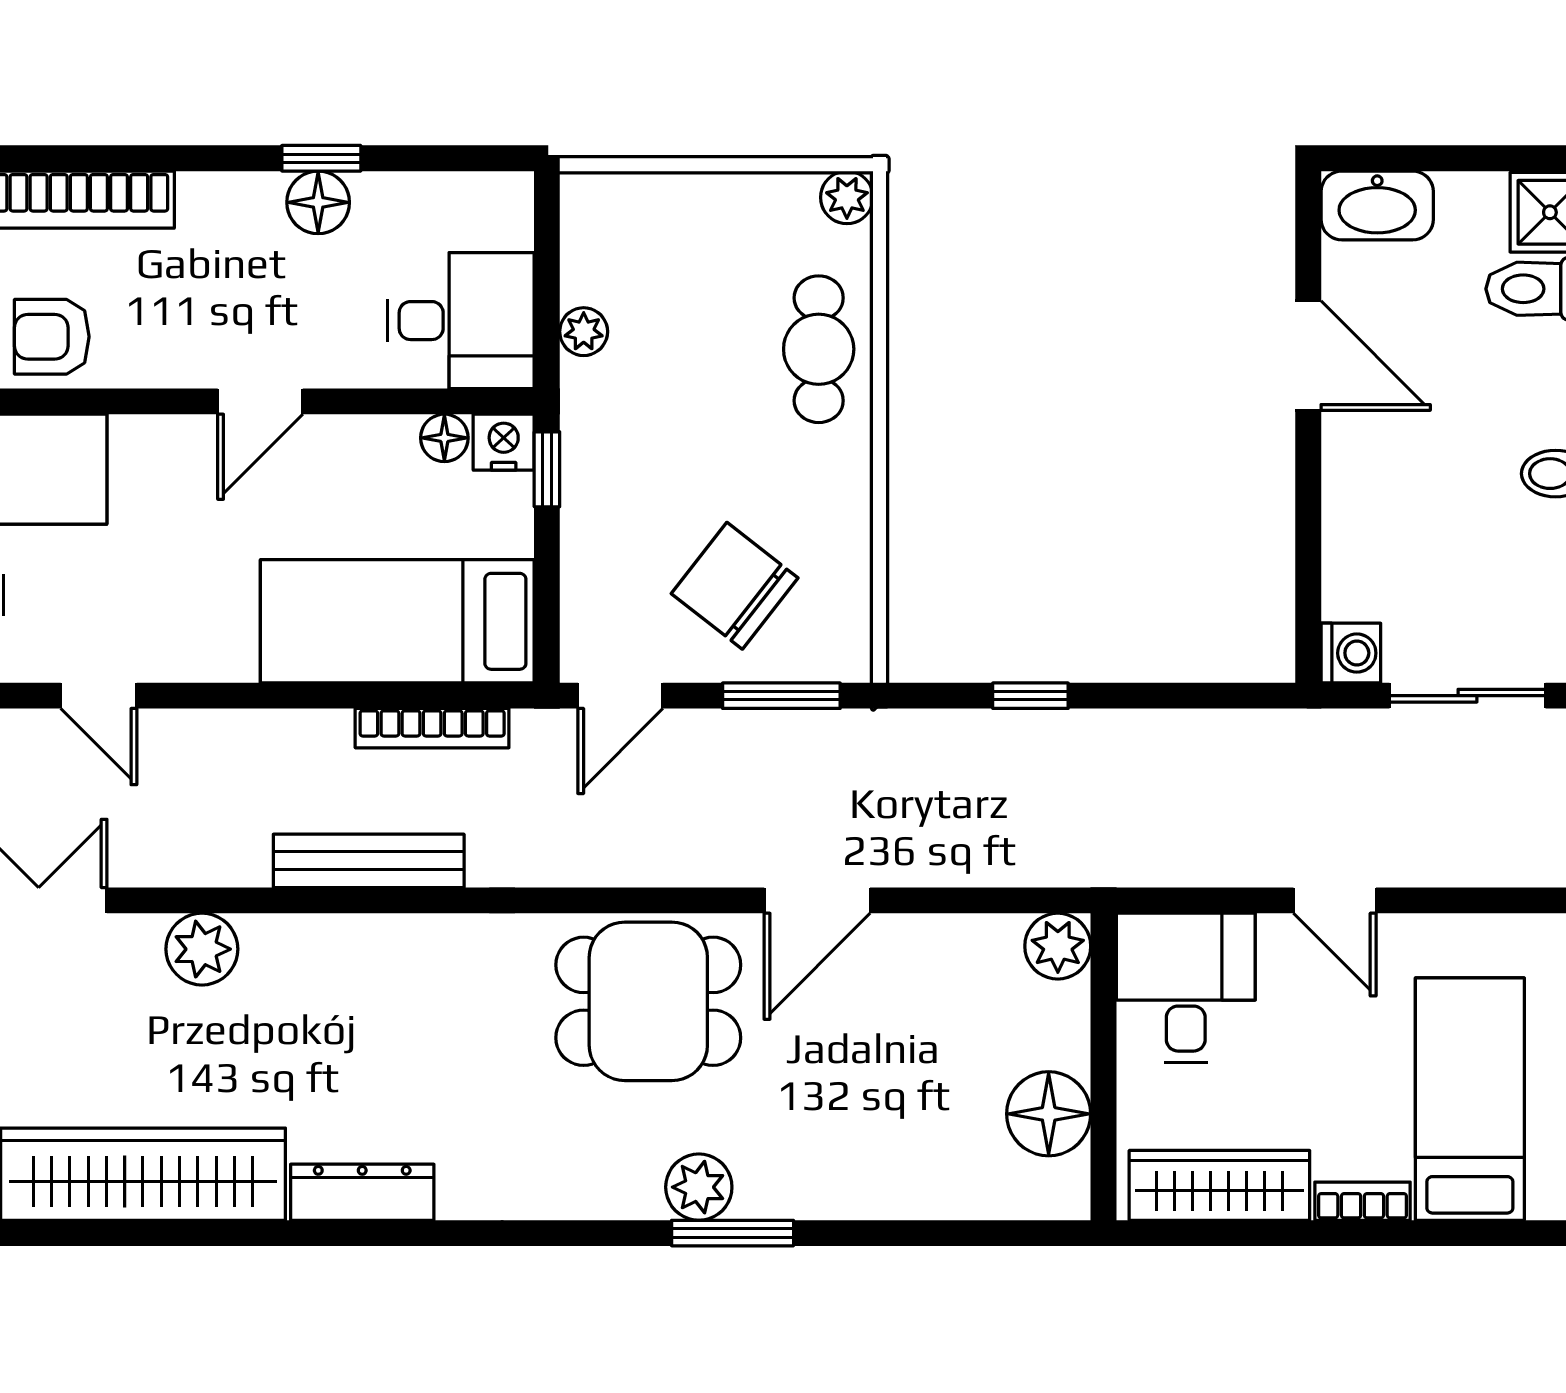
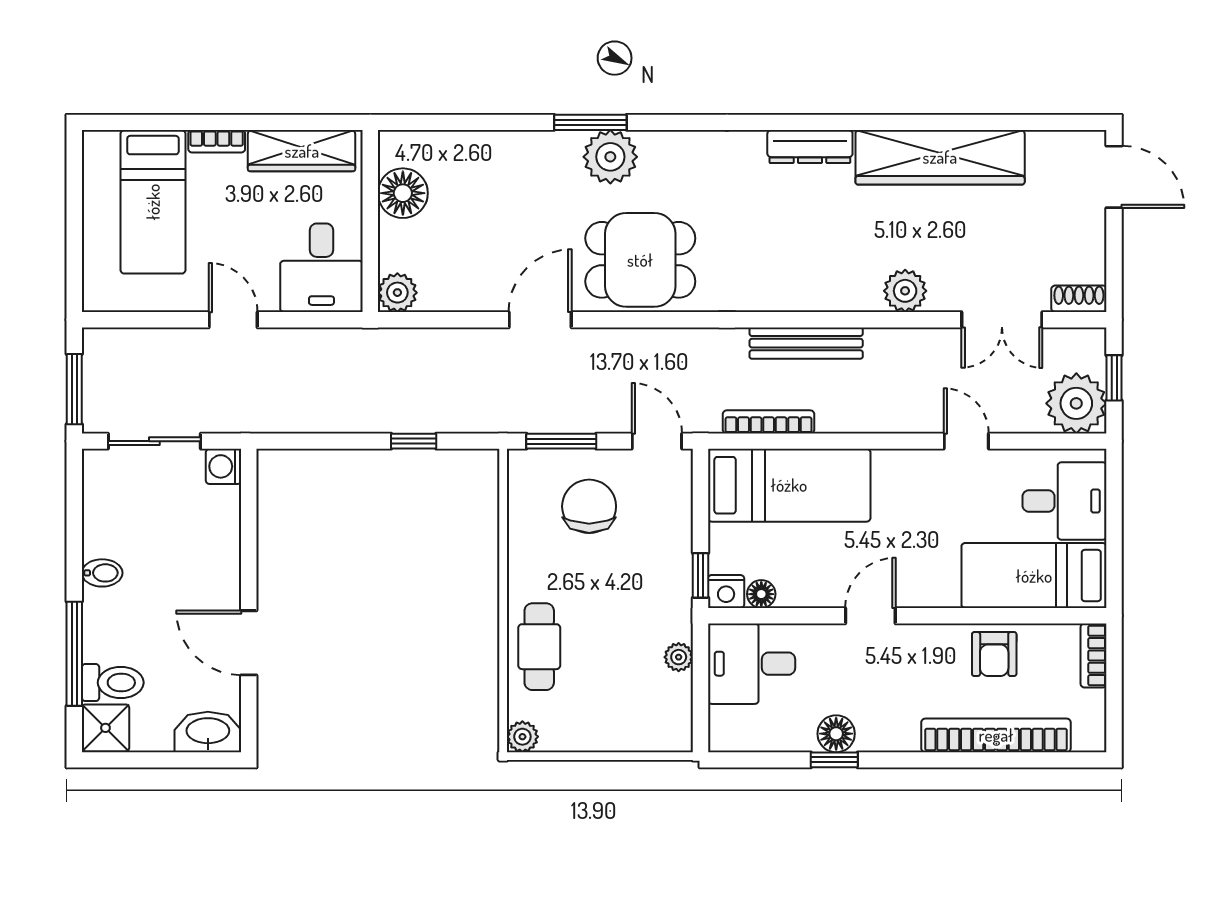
armchair: (52, 337) -> (994, 654), turned 90
chair: (735, 586) -> (589, 506), turned -128
door: (620, 696) -> (657, 441), hinge flipped
plant: (699, 1187) -> (610, 157), width x1.36, depth x1.36

